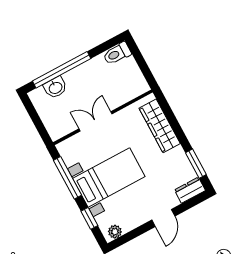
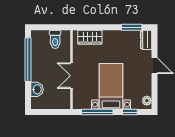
toilet: (117, 54) -> (55, 39), moved
window: (62, 70) -> (28, 60), moved
wardrobe: (160, 126) -> (90, 37), width x0.67

